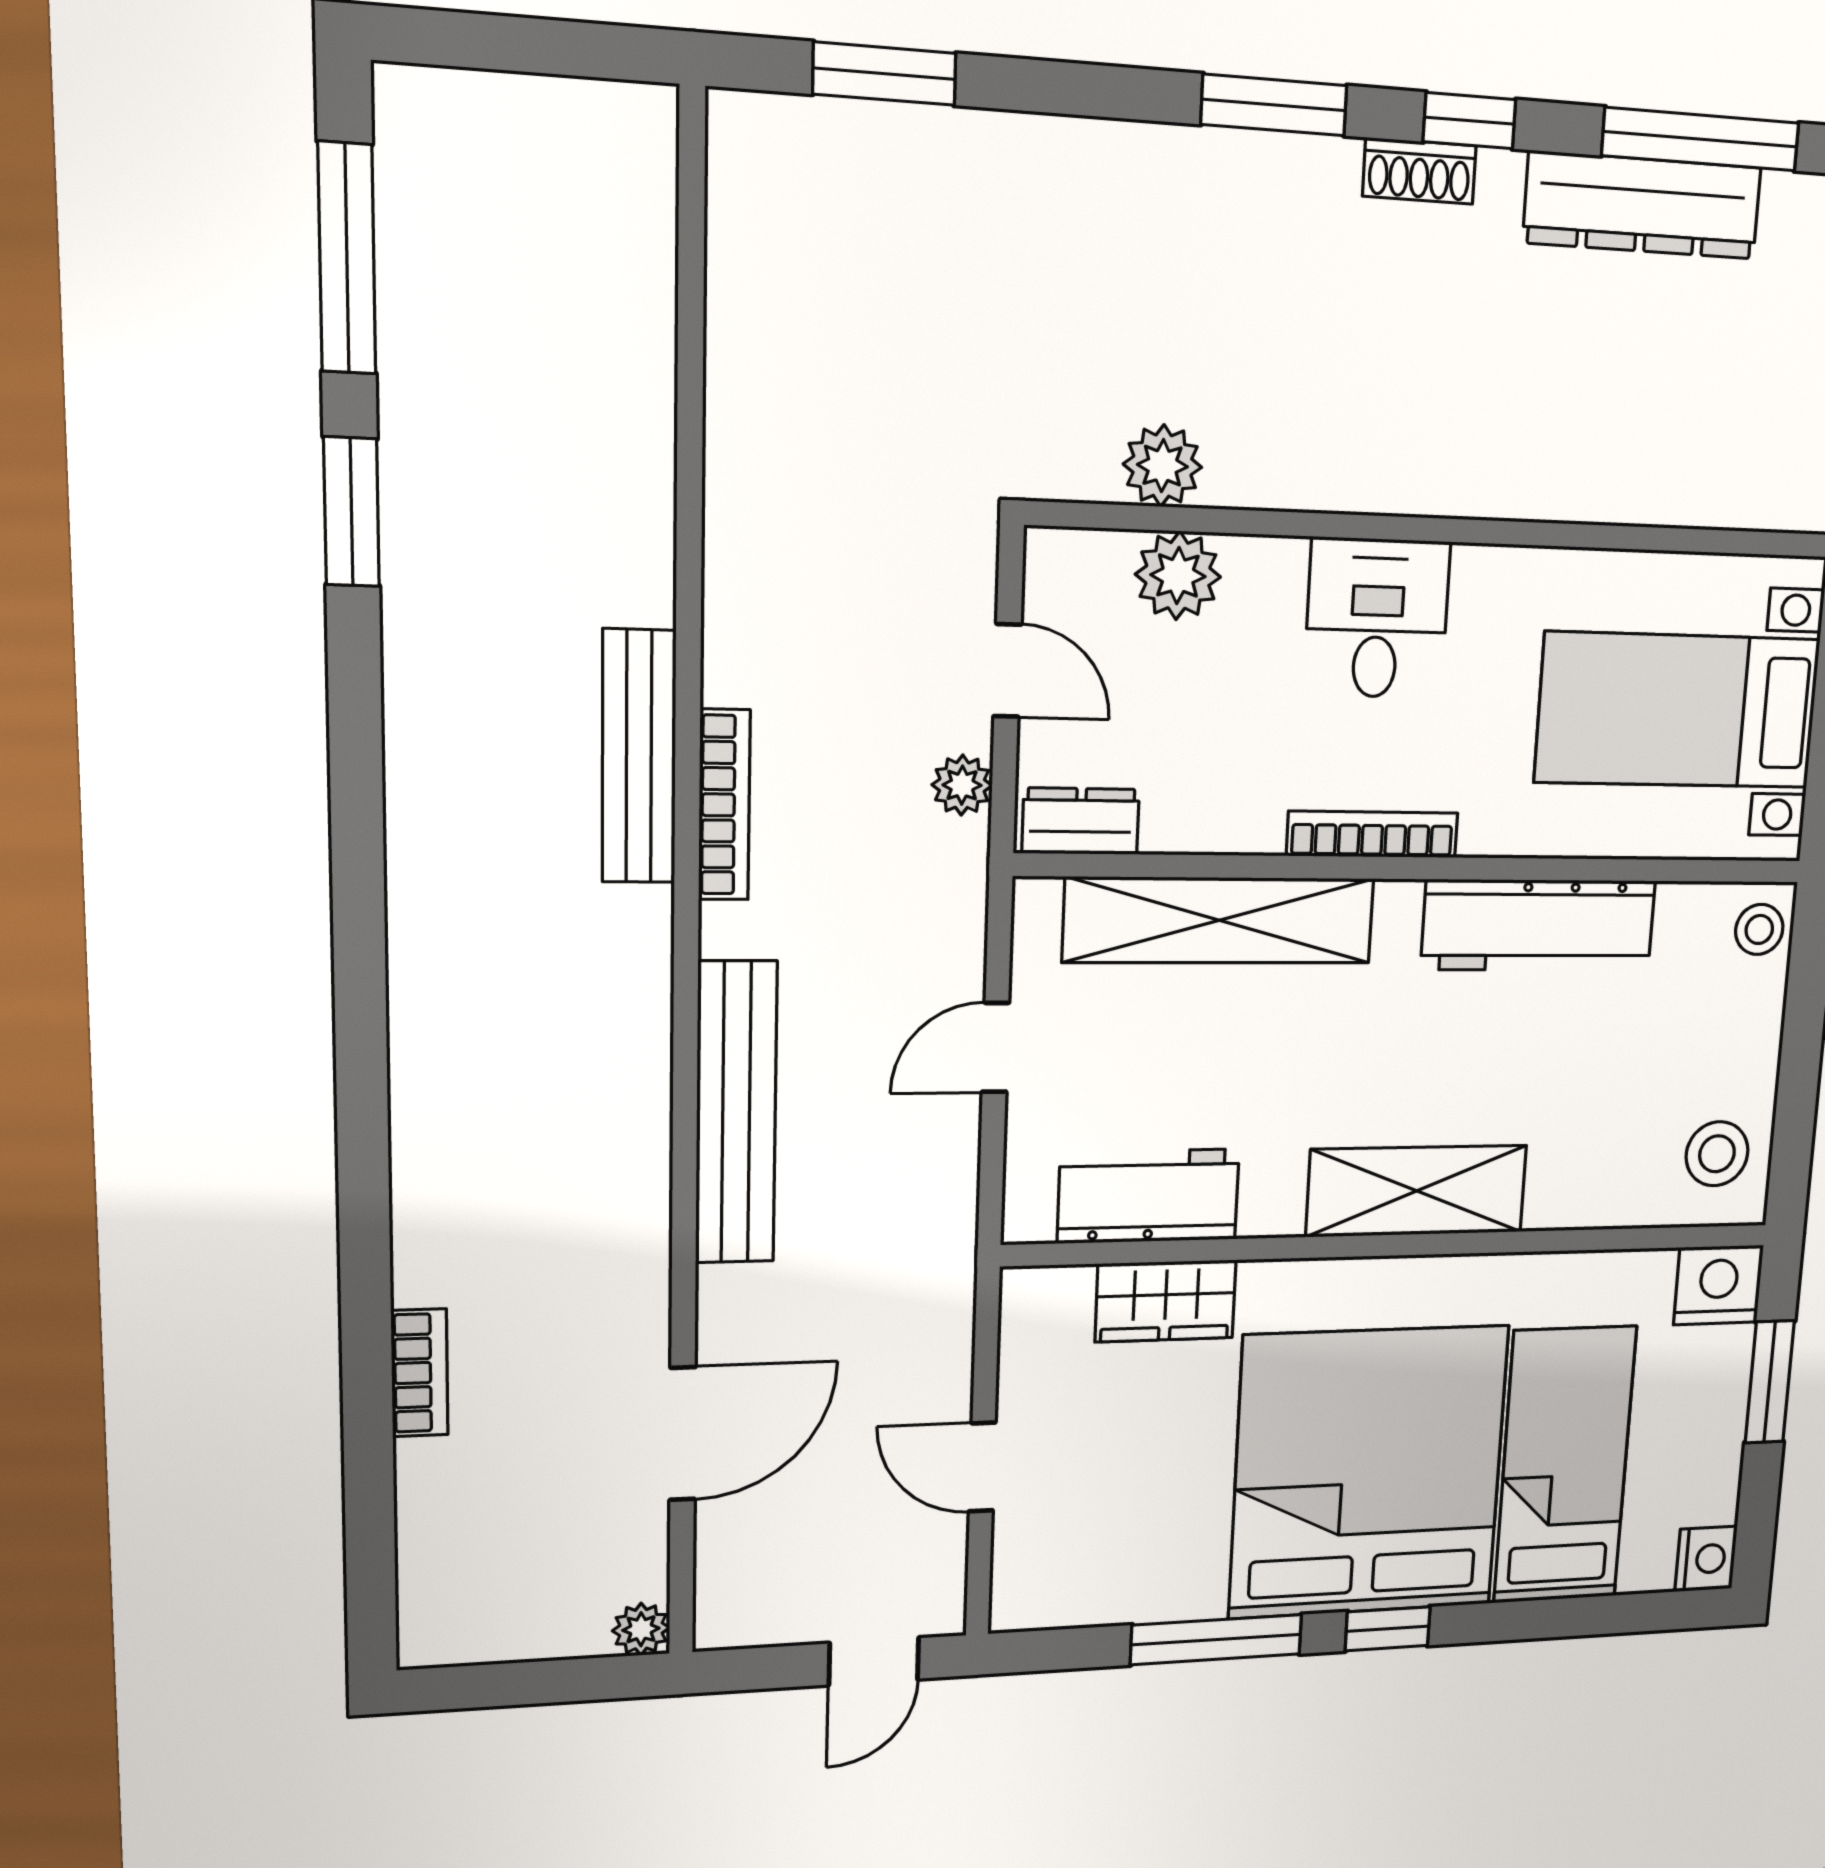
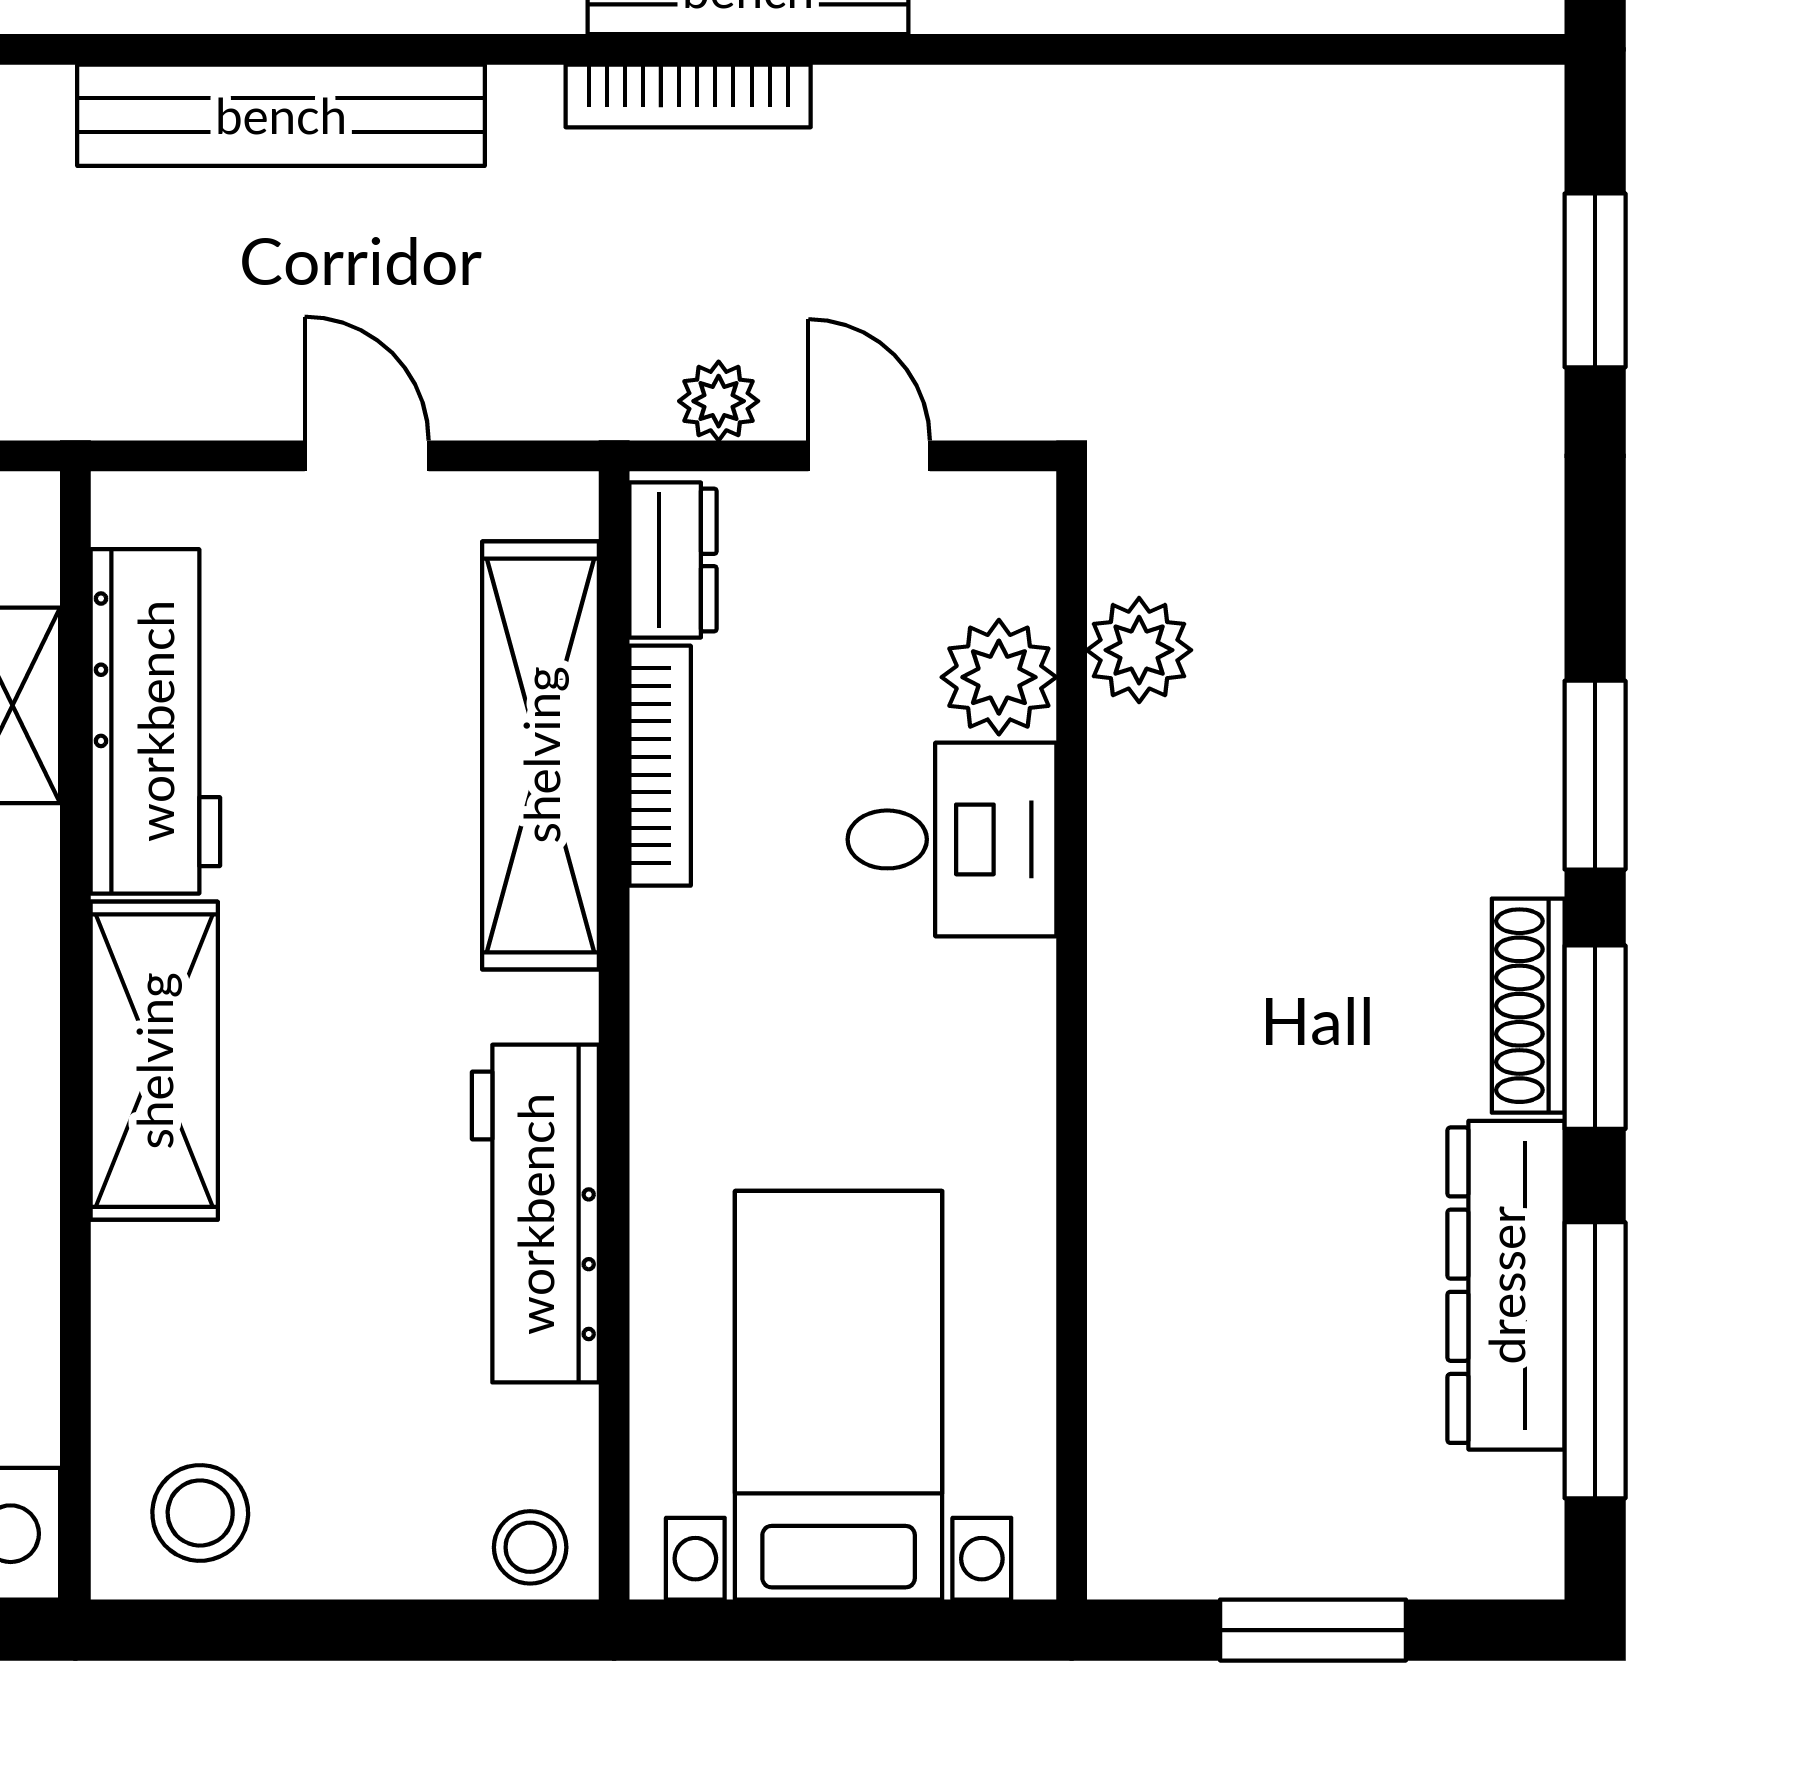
window: (1469, 121) -> (1595, 1037), width x1.50
shoe rack: (1419, 171) -> (1528, 1006), width x1.43
desk: (1377, 618) -> (952, 839), moved
door: (1007, 670) -> (869, 456), swing flipped
bookcase: (1372, 834) -> (660, 766), moved
workbench: (1149, 1196) -> (155, 721), width x1.37

